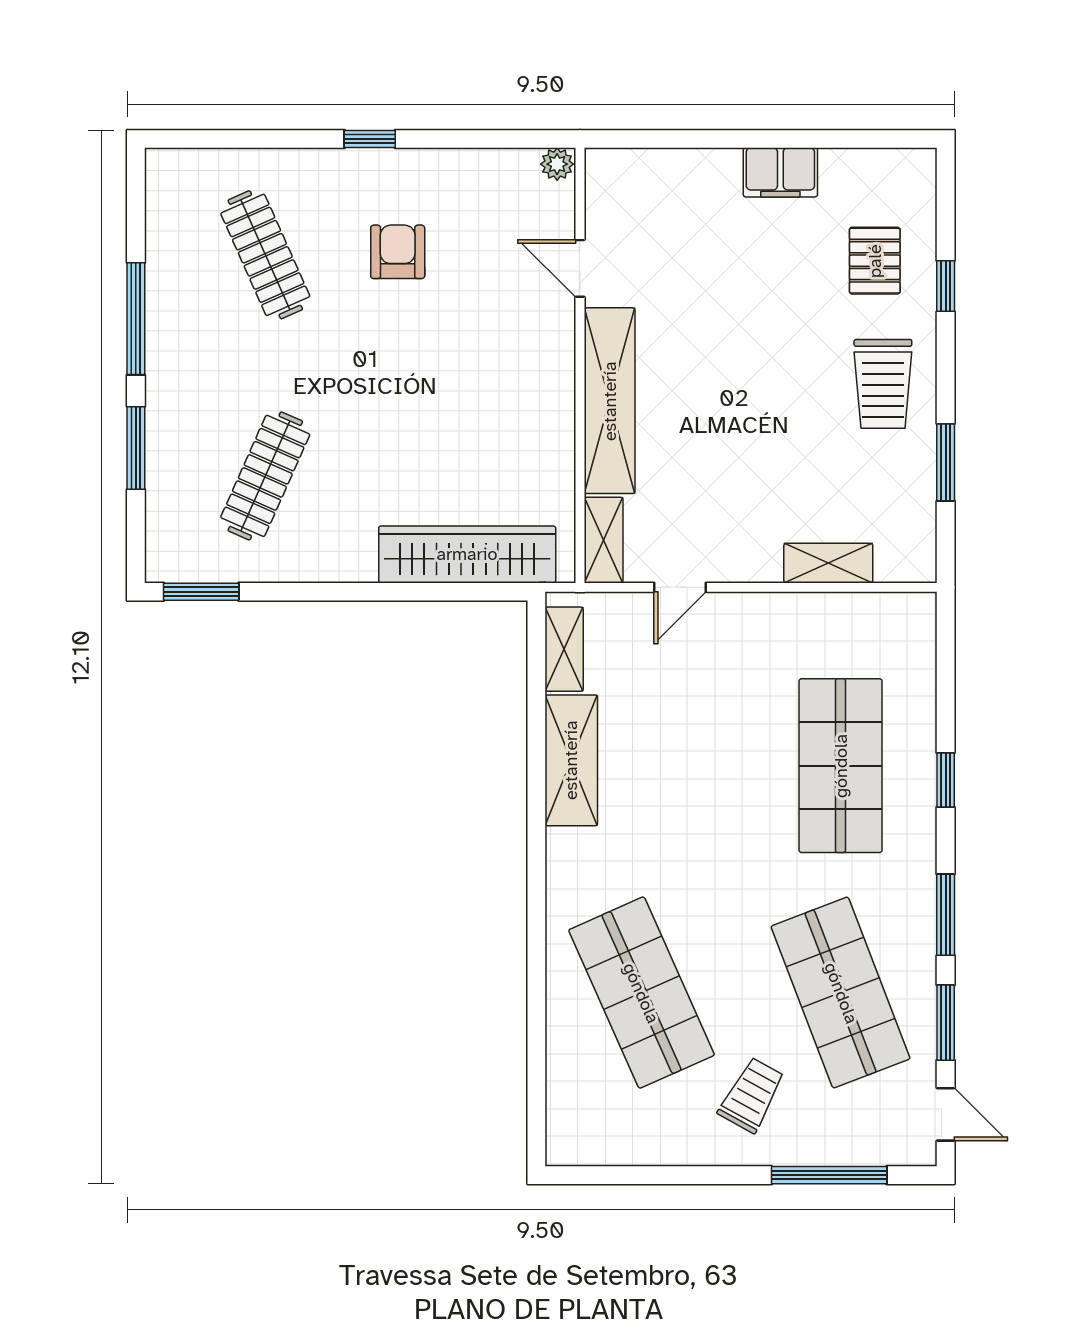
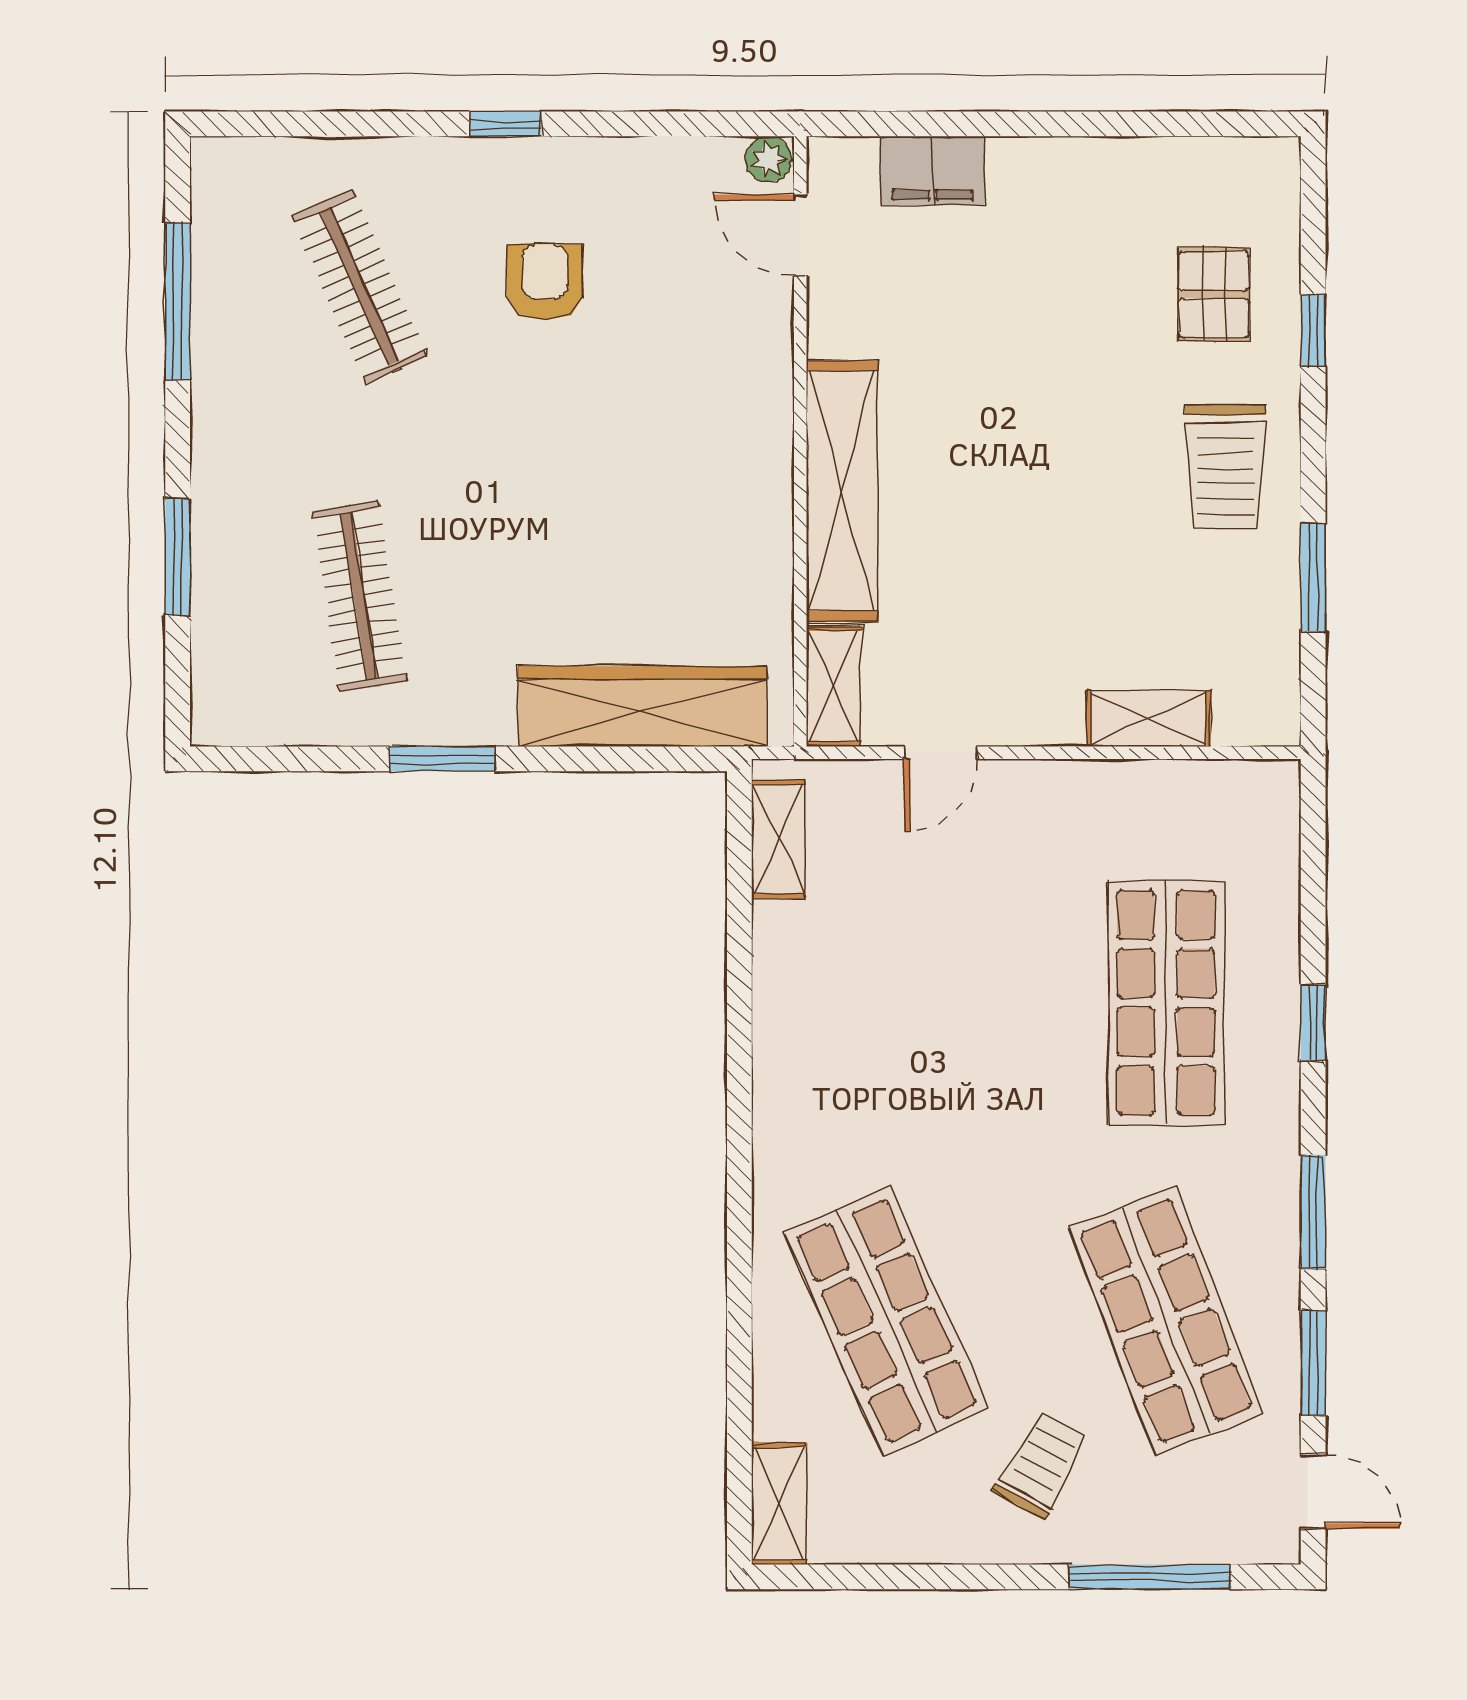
filing cabinet: (780, 172) -> (933, 171), moved
door: (580, 268) -> (800, 235), moved
window: (136, 319) -> (178, 301), moved
clothes rail: (265, 476) -> (359, 596), turned -33
window: (201, 592) -> (442, 759), moved
shelving: (571, 760) -> (779, 1503), moved, width x0.67, depth x0.75

